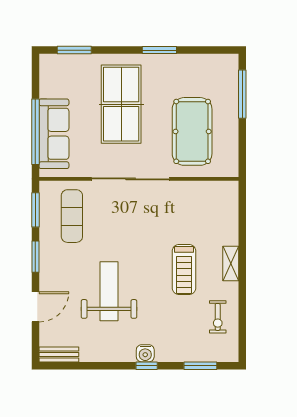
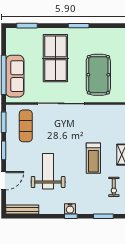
bench: (59, 354) -> (22, 210), width x1.36

